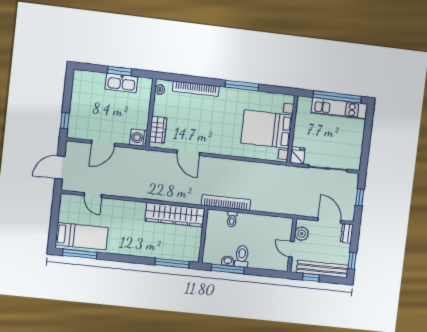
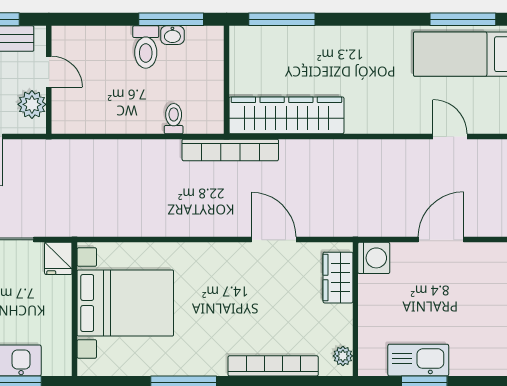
bookcase: (226, 203) -> (230, 150), moved

